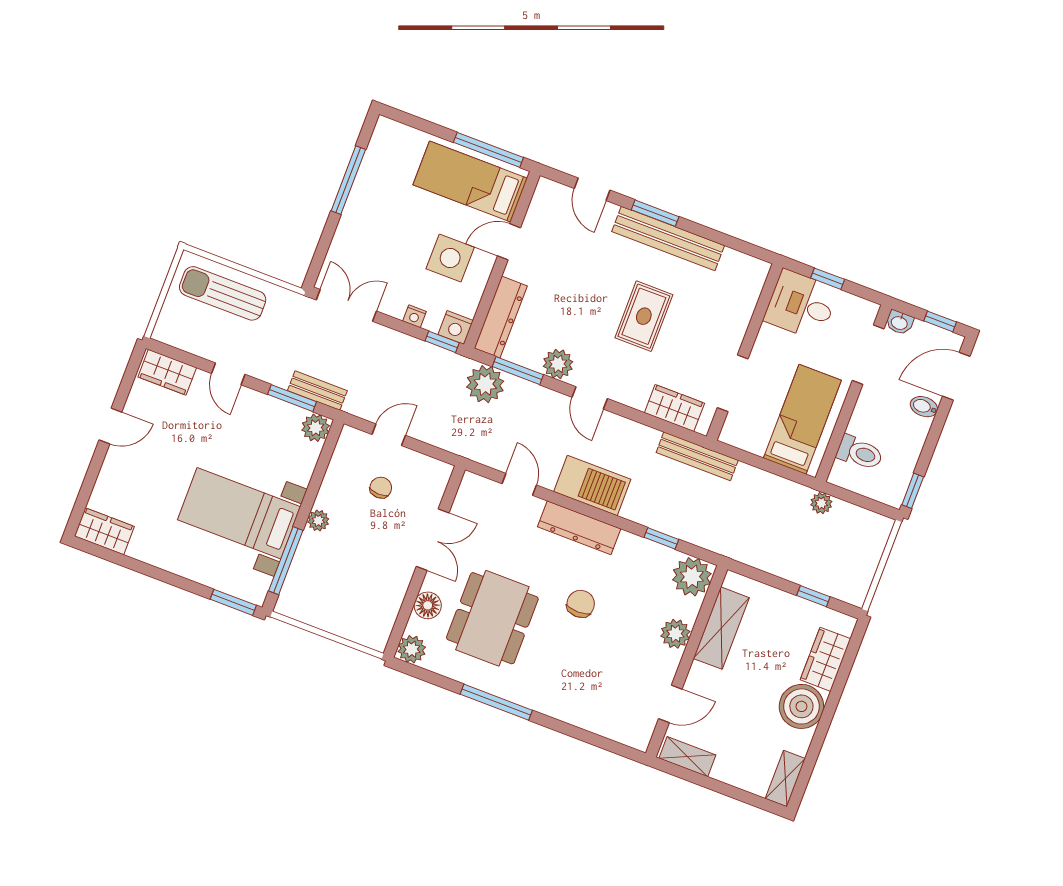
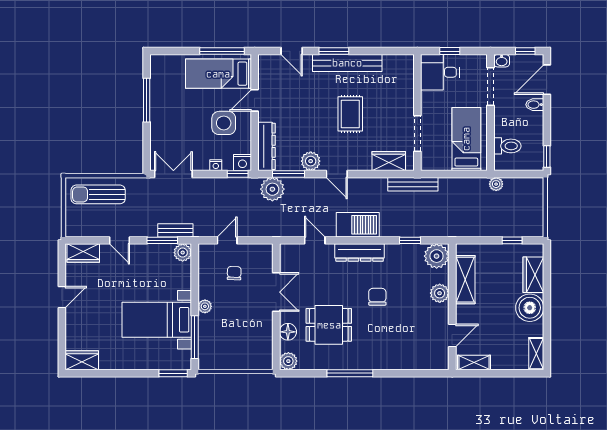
dining table: (492, 618) -> (329, 325), width x0.73

